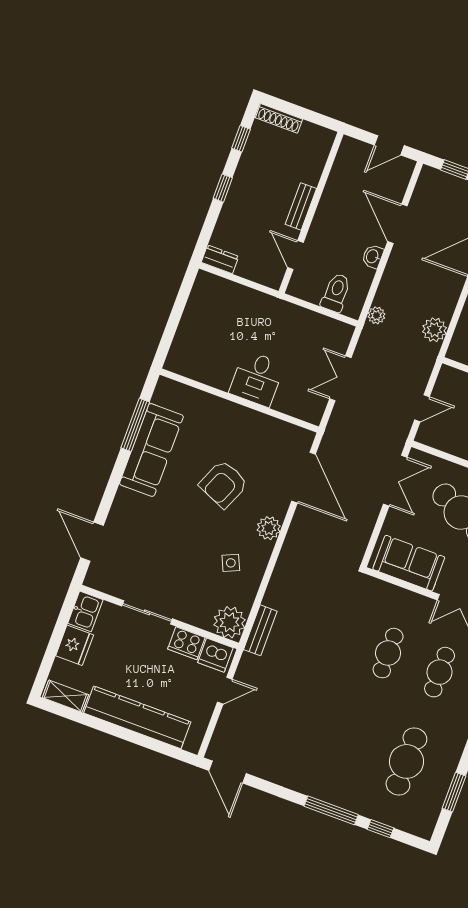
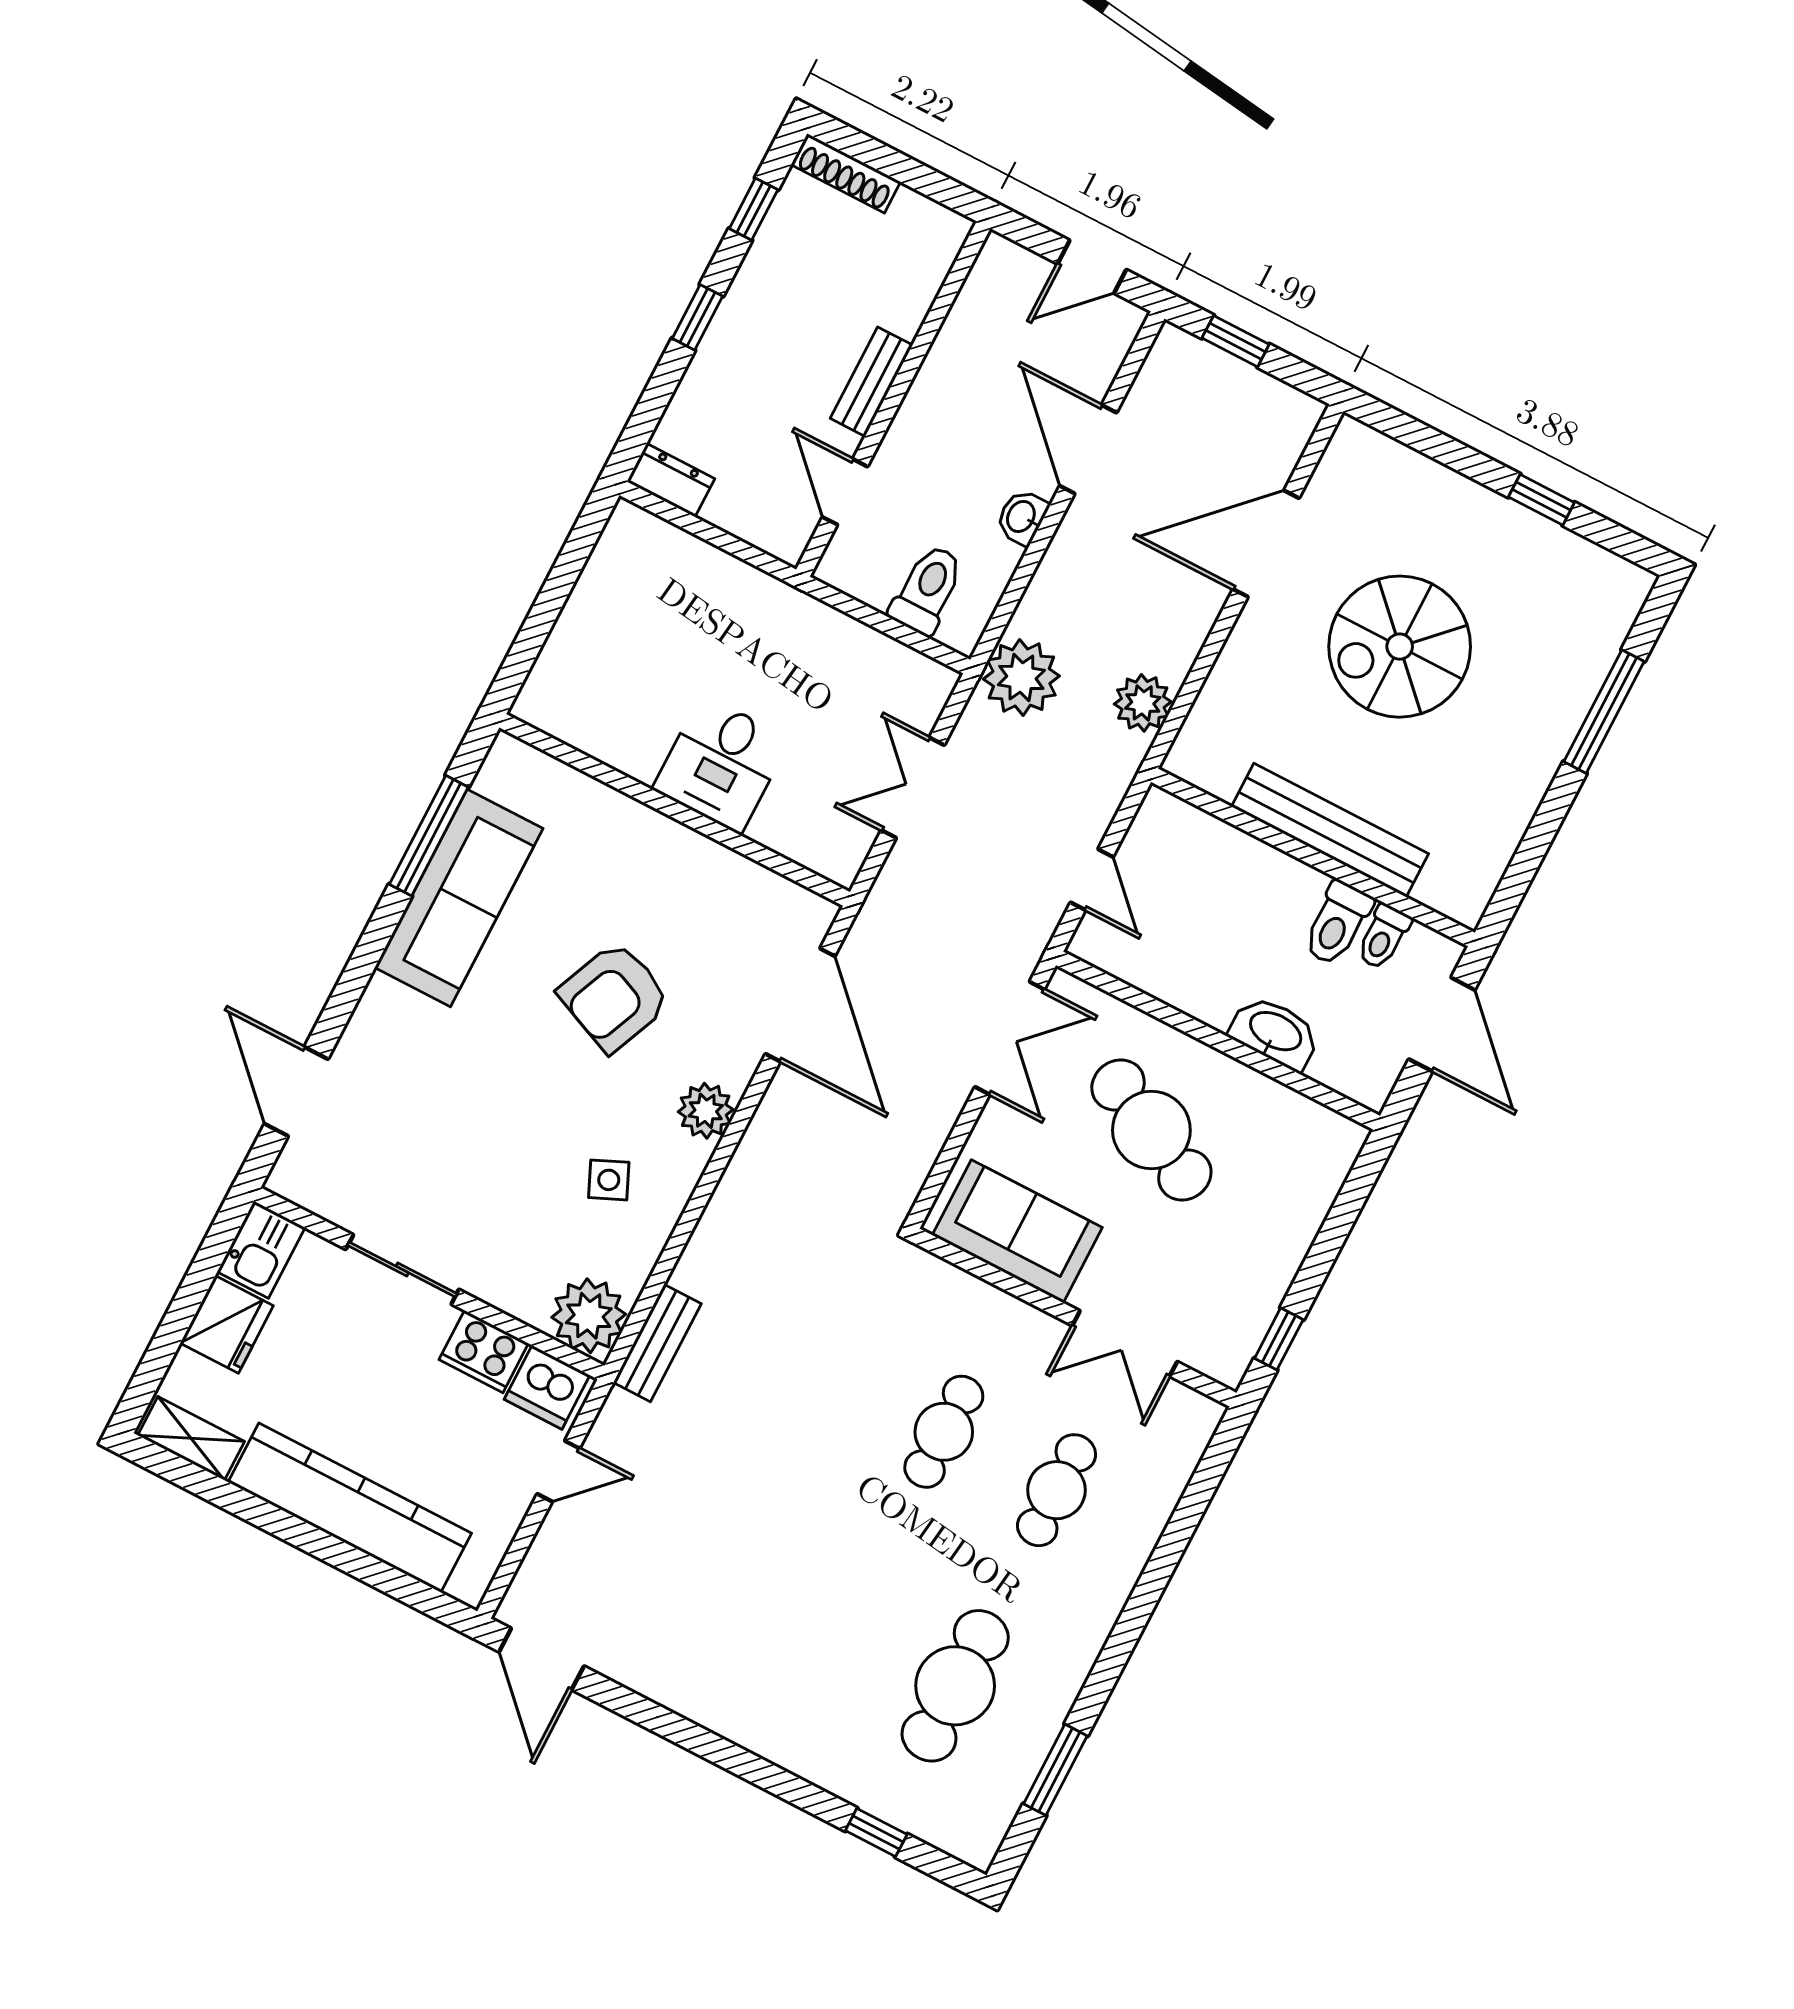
plant: (376, 315) -> (1021, 677), width x1.87, depth x1.87
door: (422, 408) -> (1092, 880), hinge flipped
window: (331, 810) -> (768, 1777), removed

